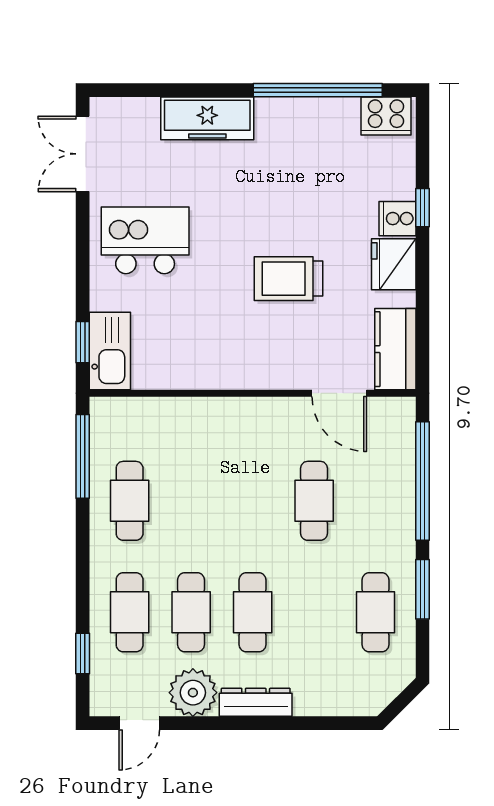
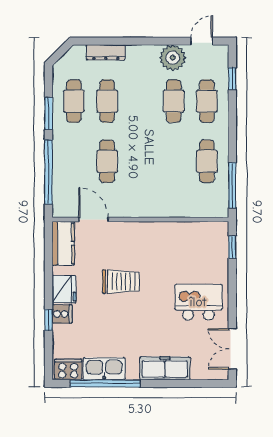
double door: (83, 154) -> (232, 349), swing flipped
kitchen island: (145, 240) -> (198, 302), turned 180
kitchen sink: (110, 351) -> (104, 369), moved, turned 90
cafe table: (253, 612) -> (107, 101), moved
dresser: (256, 702) -> (106, 52), moved

